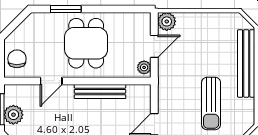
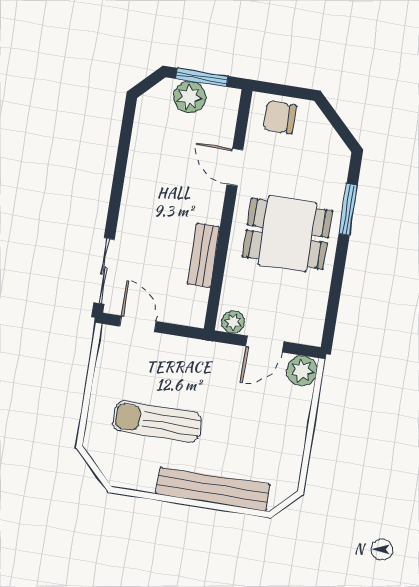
door: (154, 46) -> (265, 344), hinge flipped
chair: (17, 59) -> (280, 117), turned 180
bench: (100, 91) -> (203, 255), width x0.73

